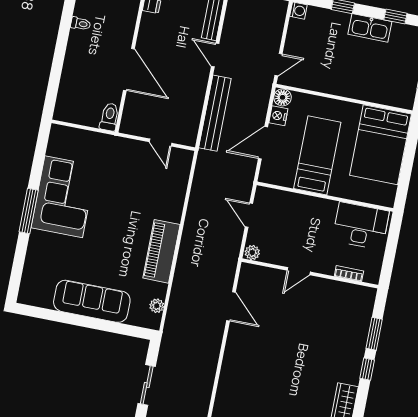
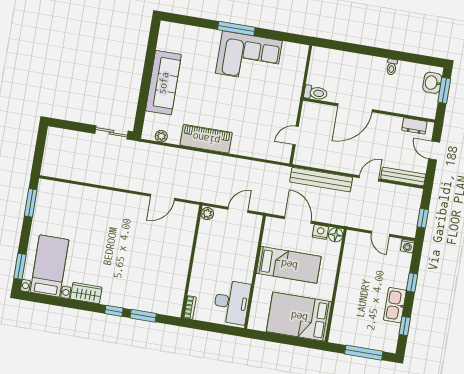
door: (278, 65) -> (380, 234), moved
door: (299, 271) -> (193, 252), removed
bookcase: (349, 274) -> (190, 307), moved
sliding door: (147, 385) -> (112, 132), moved

